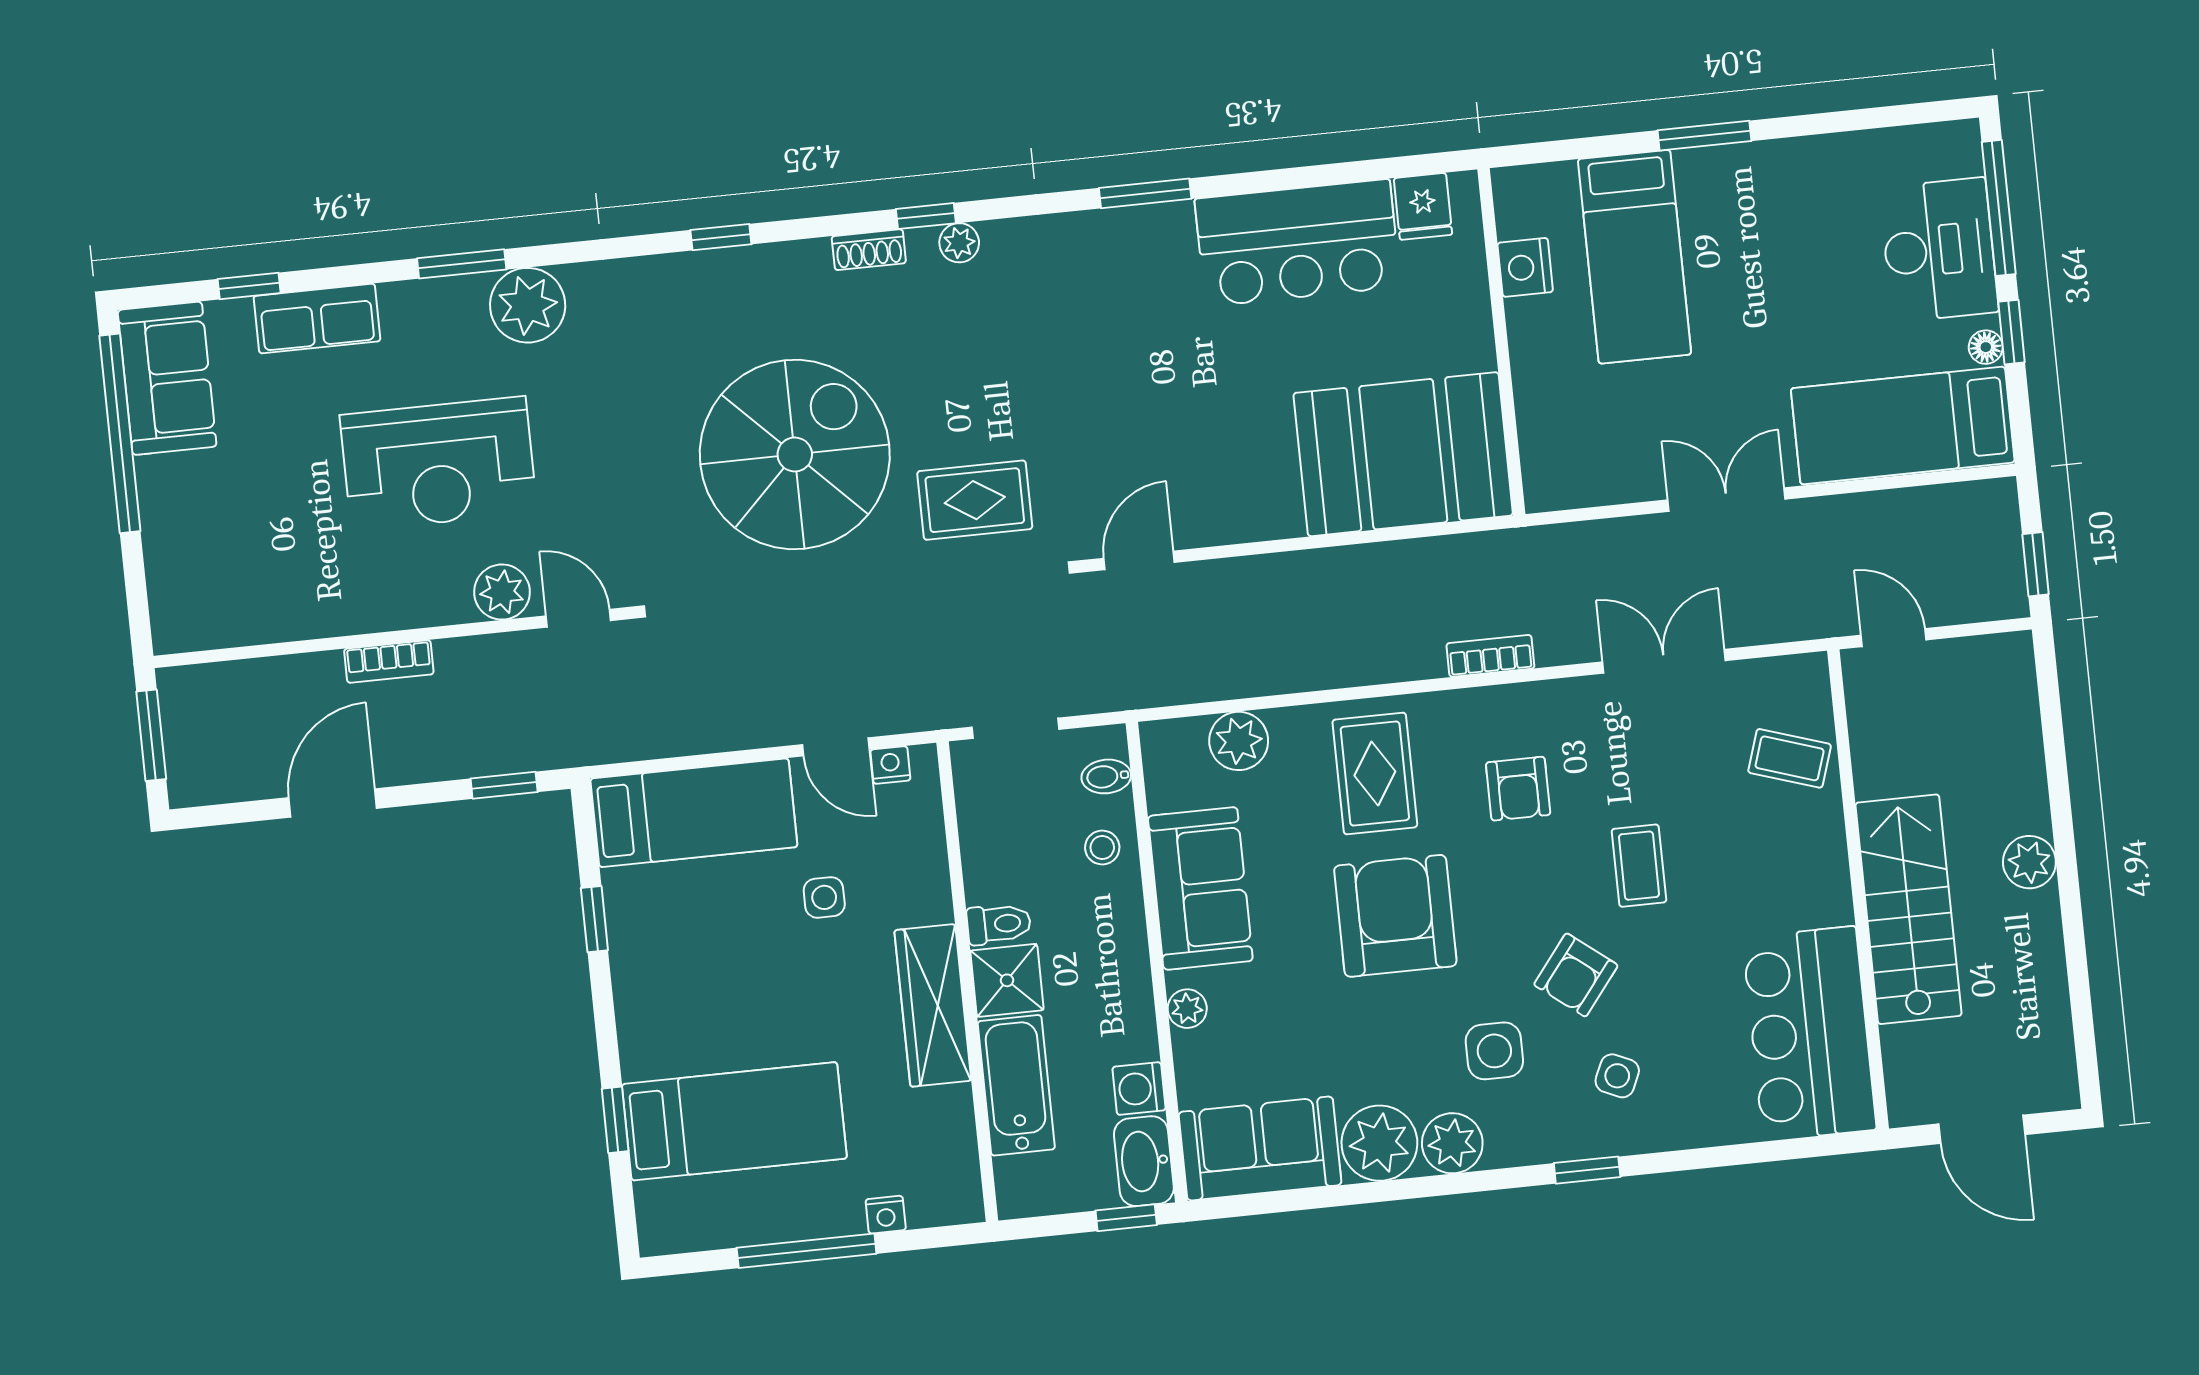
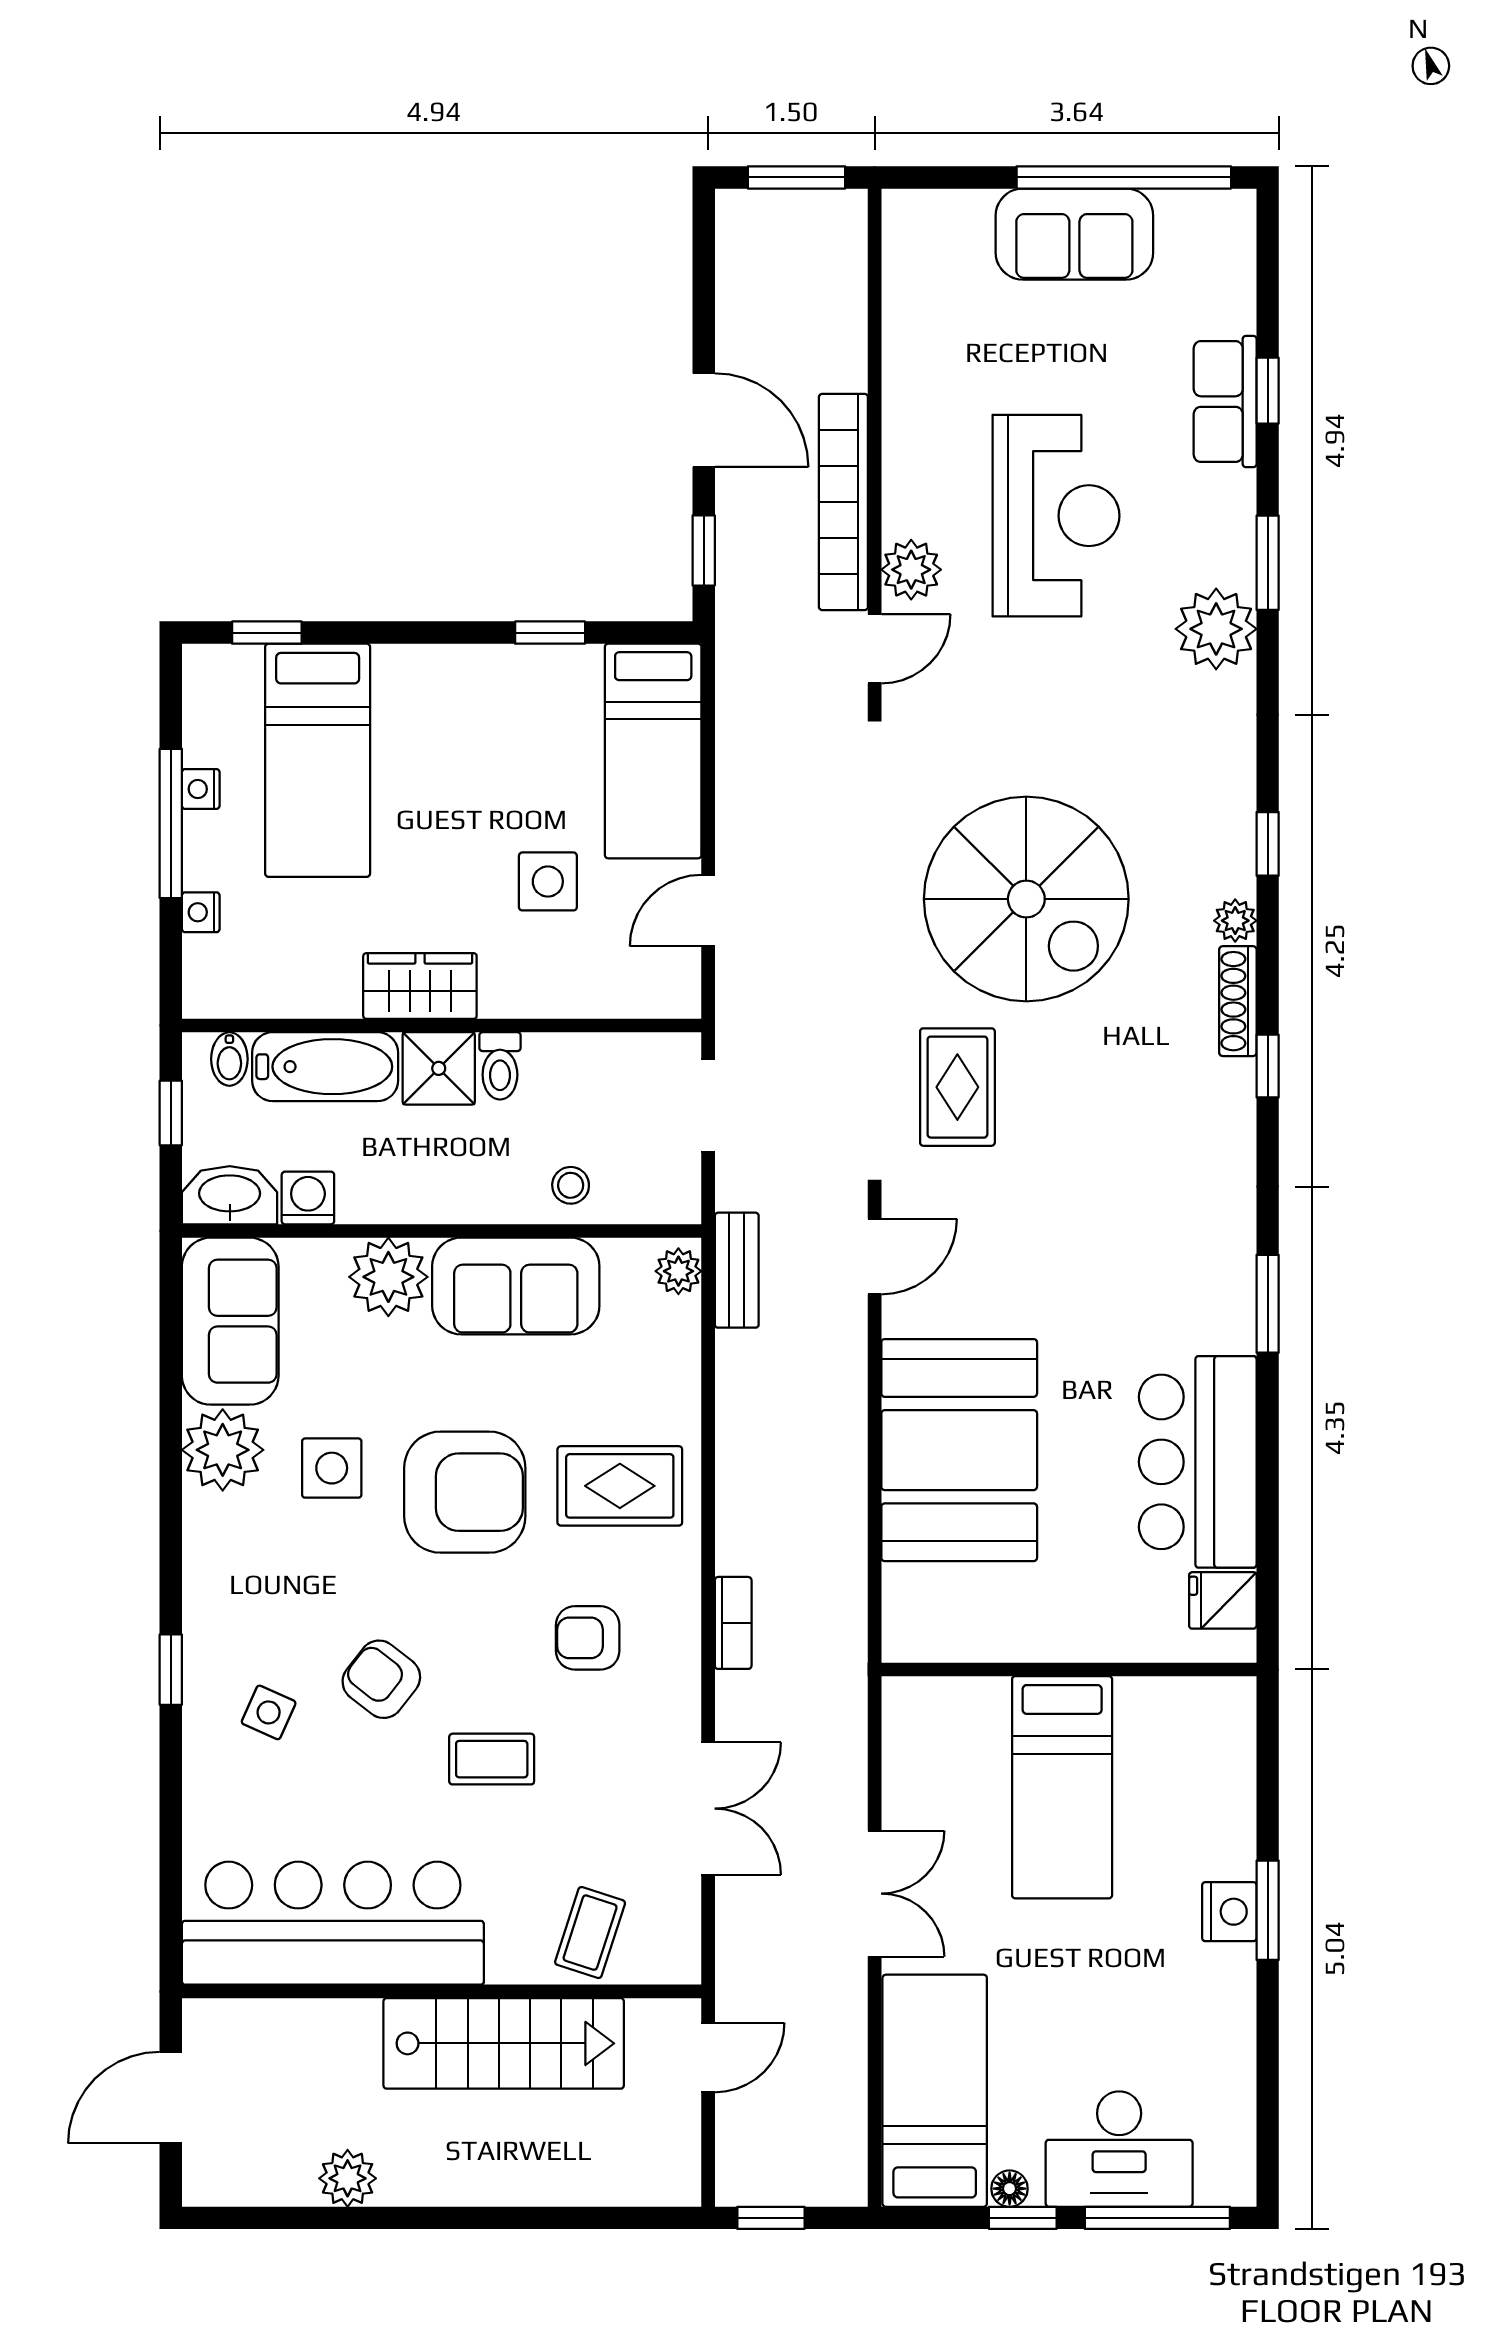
plant: (959, 243) -> (1235, 921), moved
shoe rack: (869, 250) -> (1238, 1001), width x1.43
bed: (1634, 257) -> (1062, 1787), moved, turned -90
nightstand: (1525, 267) -> (1229, 1912), moved, turned 90
window: (249, 286) -> (1268, 391), moved
sofa: (167, 378) -> (1074, 234), moved
booth: (1403, 454) -> (959, 1450), moved
reception desk: (438, 464) -> (1056, 516), turned 180
door: (1139, 560) -> (875, 1257), hinge flipped
bookcase: (389, 661) -> (843, 502), width x2.31, depth x1.31
bench: (1165, 686) -> (737, 1270), added
plant: (1239, 741) -> (678, 1271), moved, width x0.73, depth x0.73
nightstand: (890, 765) -> (201, 789), moved, turned 180
bidet: (1106, 776) -> (229, 1059), moved, turned 180
door: (333, 803) -> (704, 420), moved
plant: (2029, 862) -> (348, 2178), moved
side table: (824, 897) -> (548, 881), width x1.37, depth x1.37
stairs: (1909, 909) -> (504, 2043), moved
wardrobe: (933, 1005) -> (420, 986), width x0.67
plant: (1187, 1009) -> (388, 1277), width x1.87, depth x1.87
bar counter: (1809, 1034) -> (333, 1923), width x1.36
side table: (1494, 1051) -> (332, 1468), moved
window: (615, 1120) -> (267, 633), moved
plant: (1452, 1143) -> (215, 1528), removed
window: (1126, 1218) -> (171, 1113), moved

